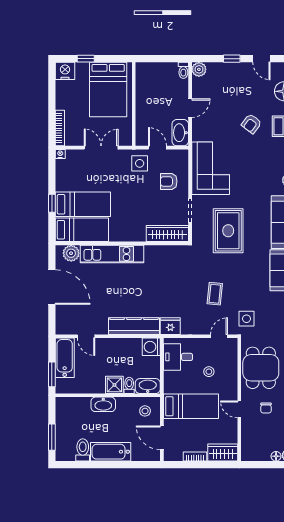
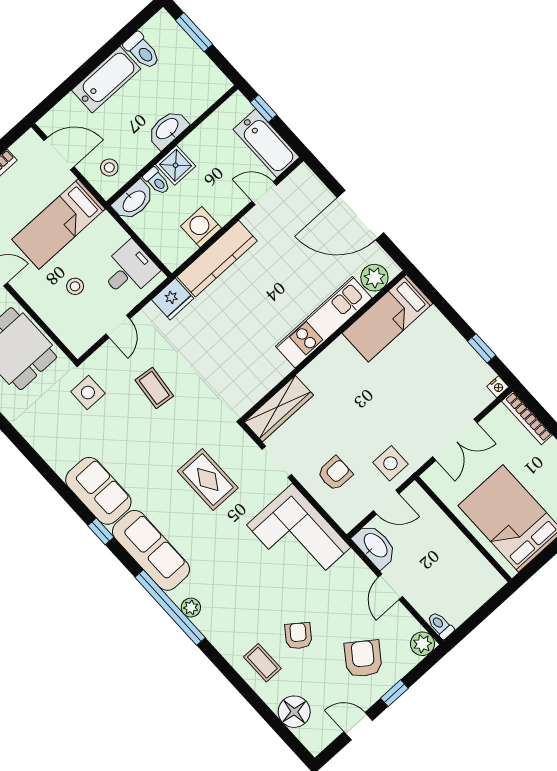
armchair: (232, 87) -> (363, 659), added
window: (52, 203) -> (482, 348), moved
bed: (83, 204) -> (414, 350), removed
rug: (228, 231) -> (208, 479), width x0.73, depth x0.70
door: (219, 336) -> (118, 326), moved
washing machine: (151, 347) -> (201, 227), moved, turned -90
window: (52, 374) -> (263, 109), width x0.67

